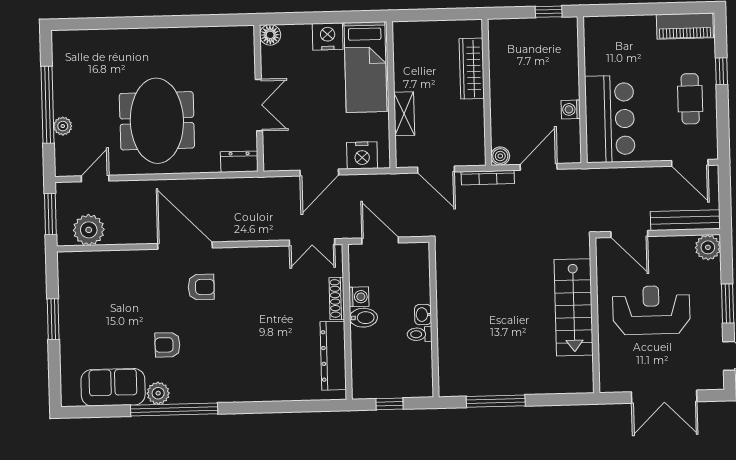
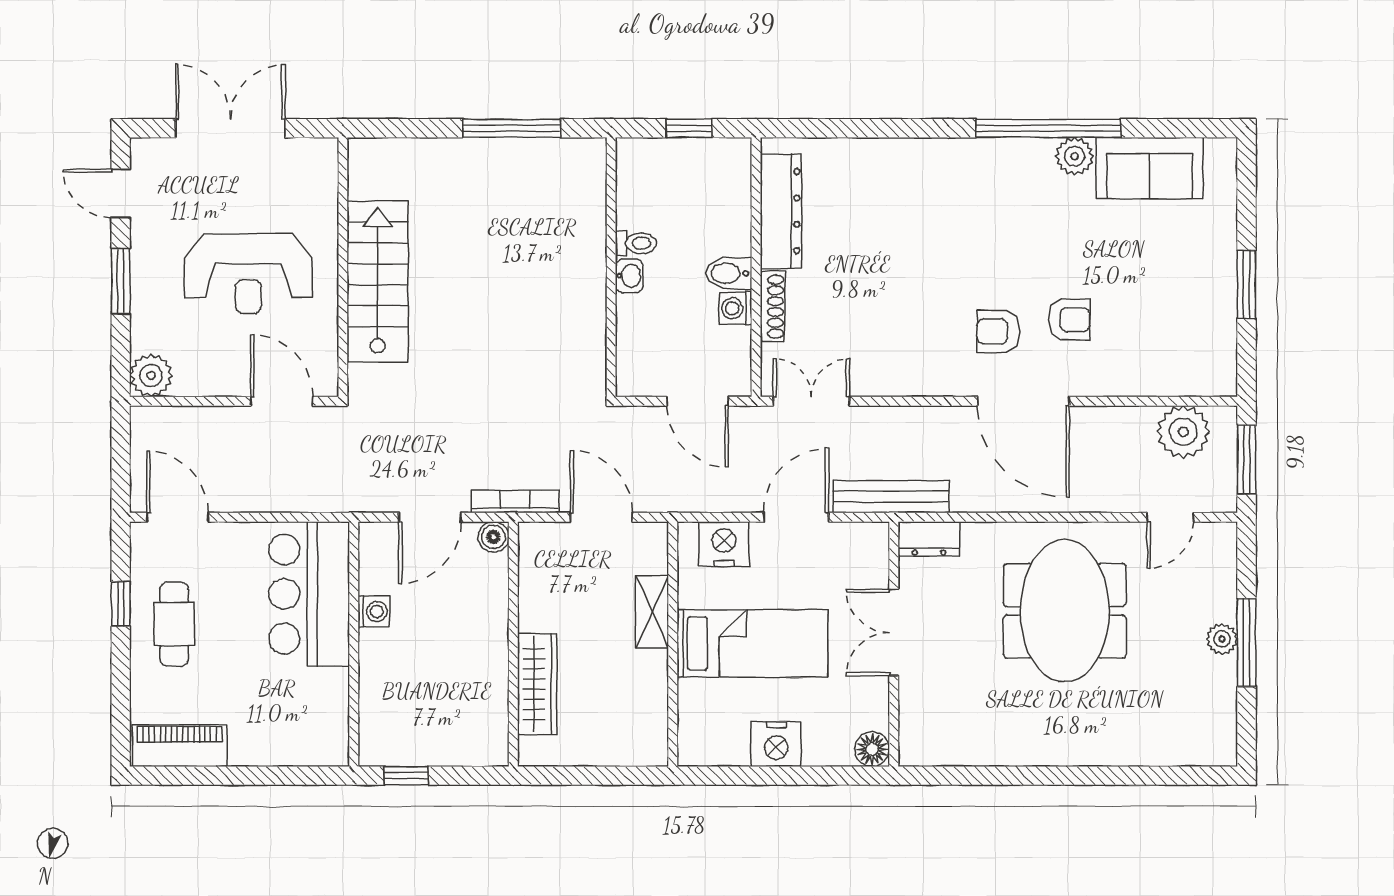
bed: (365, 67) -> (752, 643), moved, turned 90
window: (721, 71) -> (121, 604), moved
window: (48, 105) -> (1247, 642), width x0.68
plant: (63, 126) -> (1222, 639), moved
bench: (685, 220) -> (891, 497), moved
armchair: (167, 345) -> (1069, 320), moved

